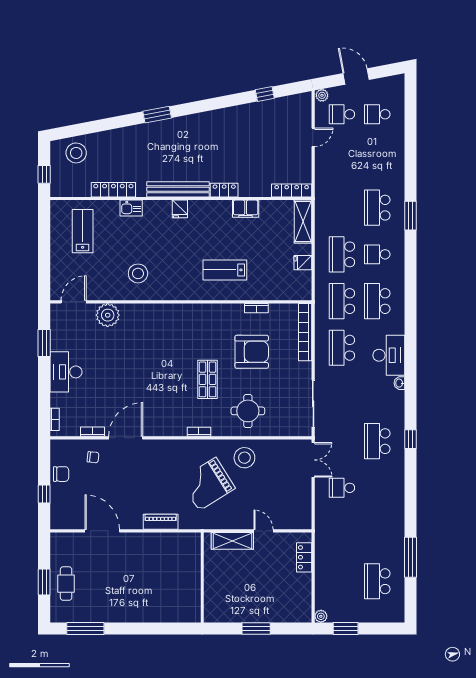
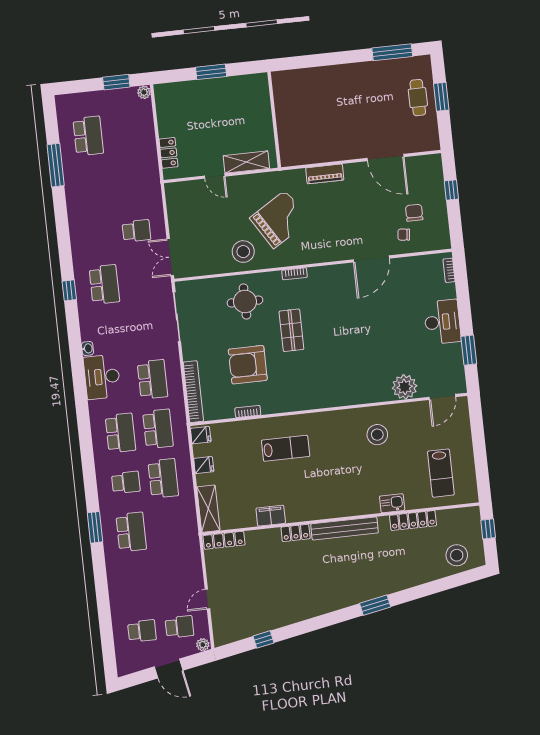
fridge: (180, 209) -> (201, 435), moved, turned 90
bookcase: (92, 432) -> (407, 262), removed
chair: (61, 474) -> (414, 213), moved, turned 90

